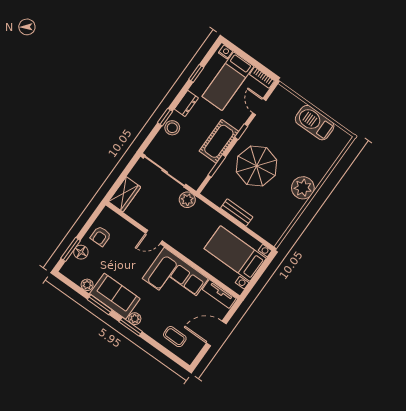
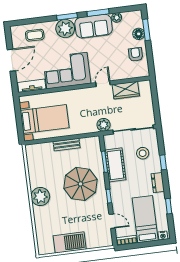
stool: (172, 128) -> (143, 153), moved
cot: (219, 141) -> (115, 165), moved
wardrobe: (125, 194) -> (126, 90), moved, turned -90
plant: (135, 319) -> (65, 28), width x1.88, depth x1.88

